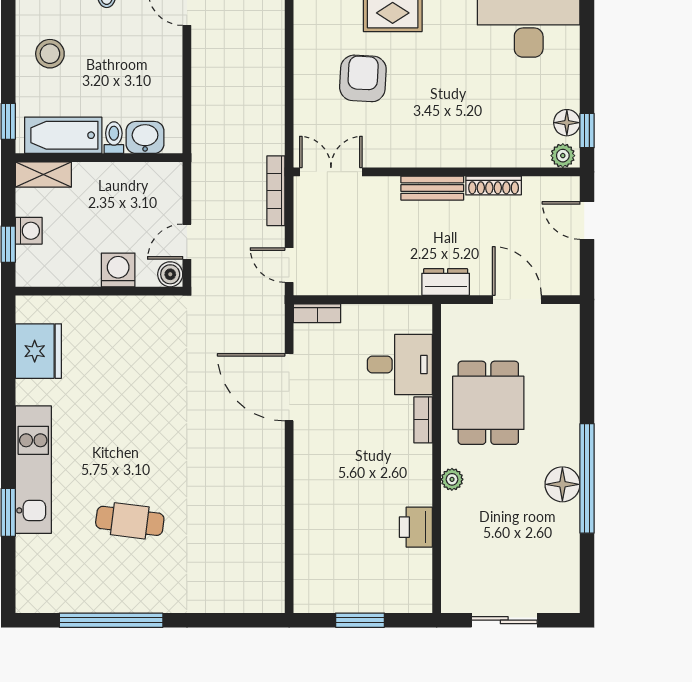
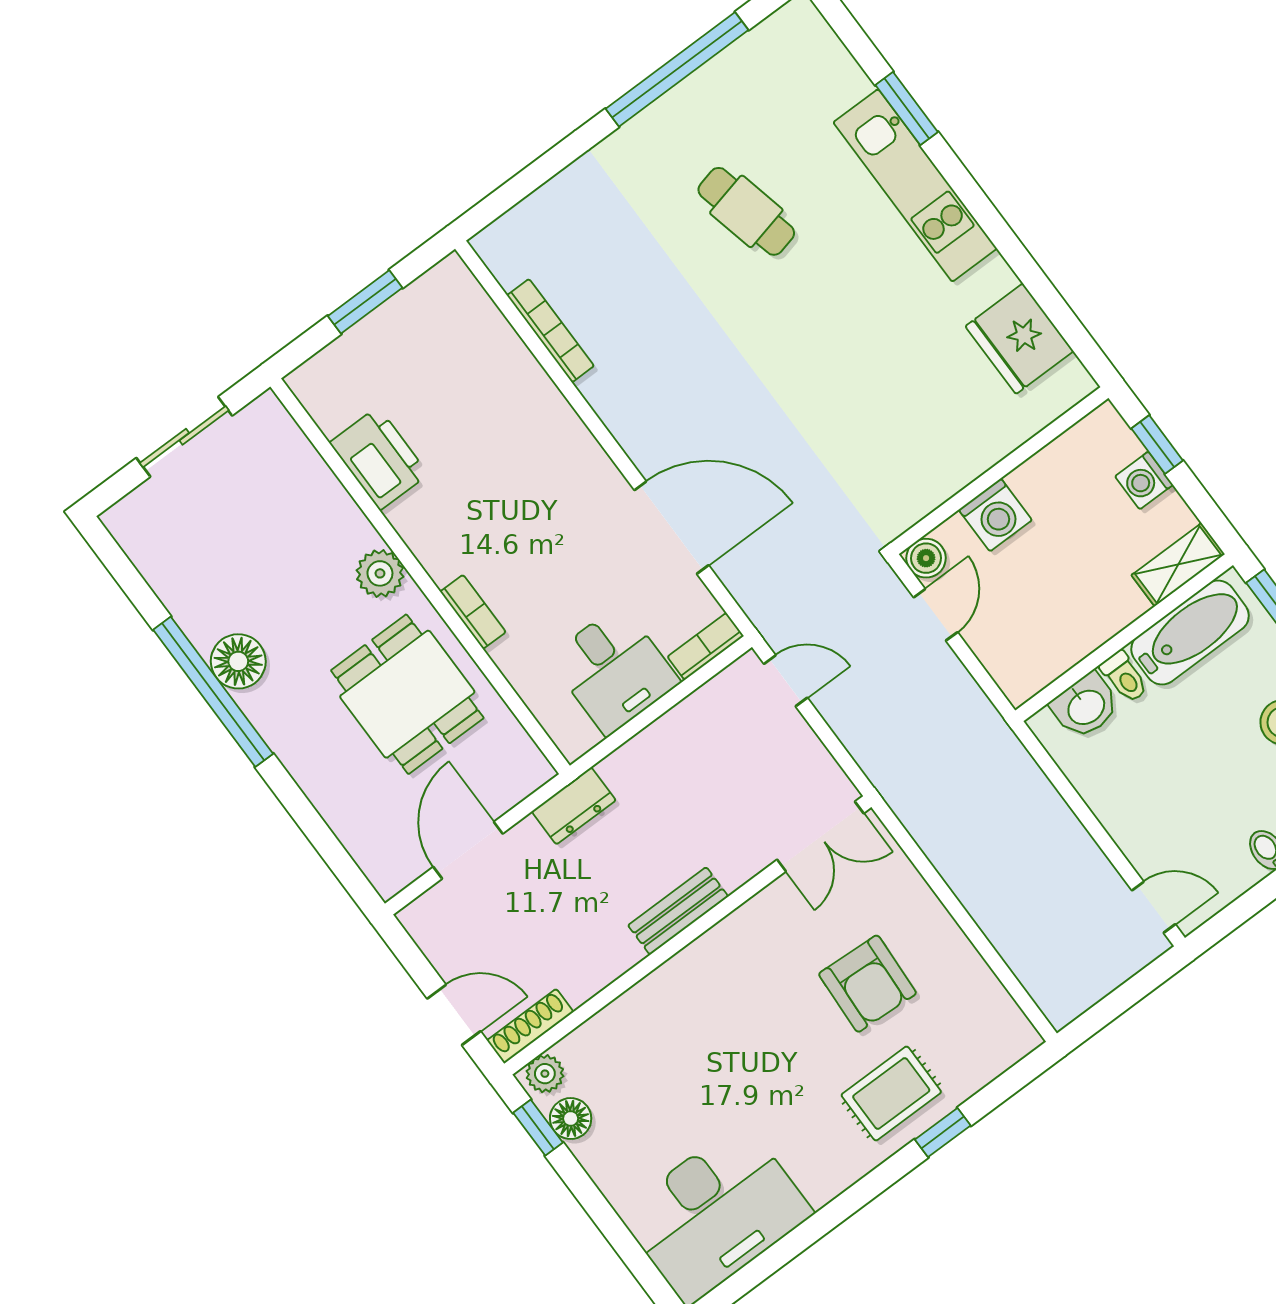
shoe rack: (494, 186) -> (530, 1026), moved
bookcase: (276, 191) -> (550, 331), moved
door: (517, 300) -> (468, 850), swing flipped
desk: (400, 365) -> (614, 670), moved, turned -90
plant: (452, 479) -> (380, 573), width x1.38, depth x1.38
cafe table: (130, 521) -> (746, 211), turned 70
printer: (416, 527) -> (379, 459), width x1.37, depth x1.19

